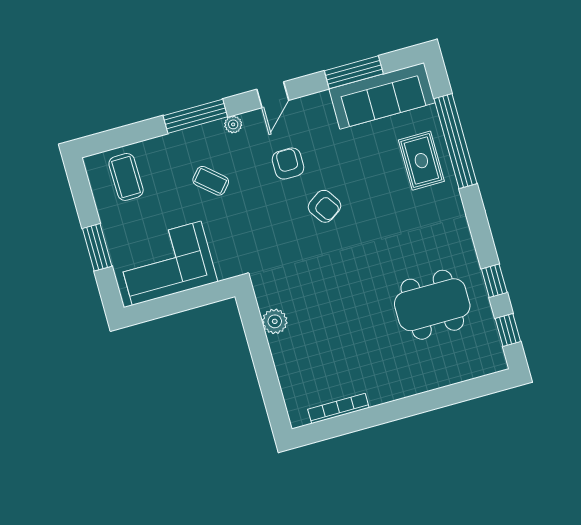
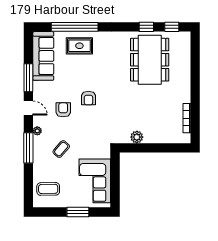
window: (354, 72) -> (28, 78), moved
armchair: (288, 164) -> (63, 110), turned 90
armchair: (324, 206) -> (88, 98), turned 124
dining table: (432, 305) -> (150, 60), width x1.36, depth x1.24

